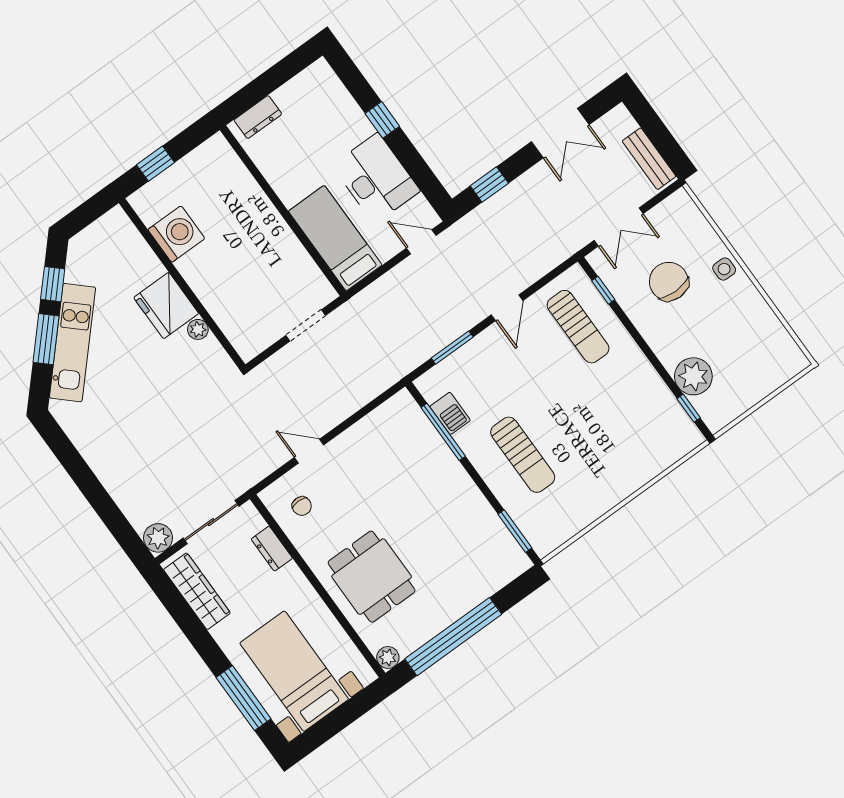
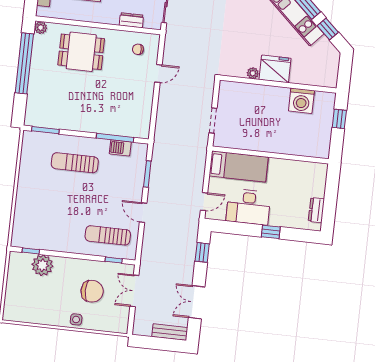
dresser: (258, 117) -> (316, 210), moved
bench: (649, 159) -> (170, 332), moved

